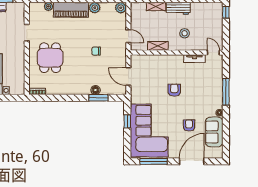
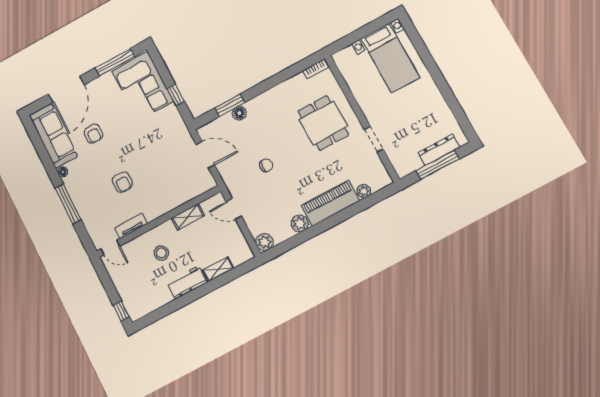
armchair: (174, 90) -> (122, 182), moved
corner sofa: (149, 131) -> (143, 86), width x0.73, depth x0.74
sofa: (214, 132) -> (53, 136), width x1.36

